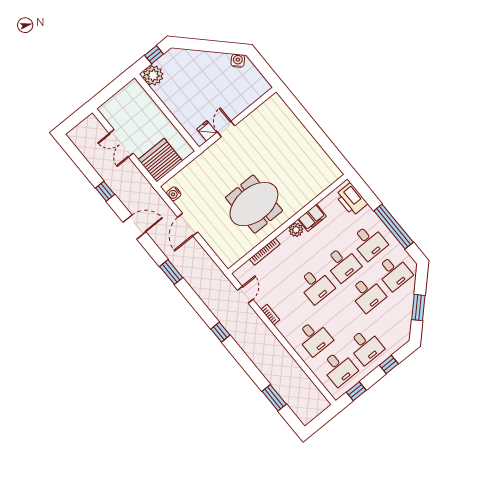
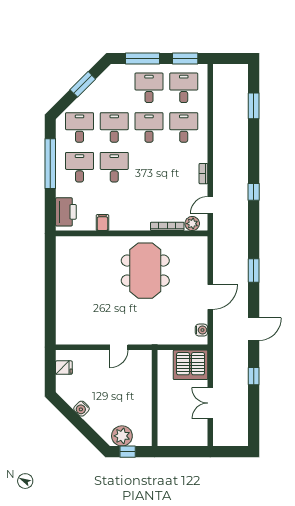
water cooler: (238, 61) -> (82, 409), moved
plant: (153, 75) -> (122, 436), moved
fridge: (207, 131) -> (64, 368), moved, turned -90
double door: (121, 143) -> (210, 403), swing flipped
meeting table: (254, 204) -> (145, 271), turned 90
filing cabinet: (312, 218) -> (102, 223), width x0.50
door: (134, 227) -> (254, 329), swing flipped
plant: (296, 230) -> (192, 224), moved
desk: (316, 286) -> (149, 127), moved
window: (389, 365) -> (143, 59), width x2.17
window: (356, 391) -> (185, 59), width x1.50

